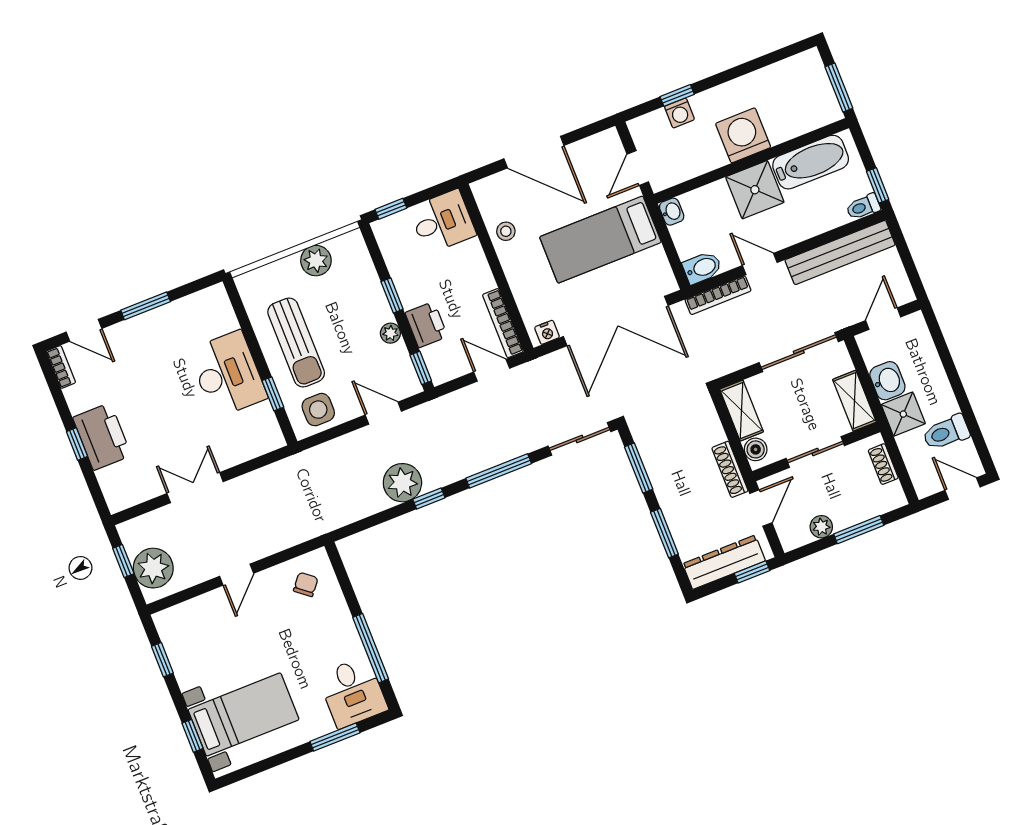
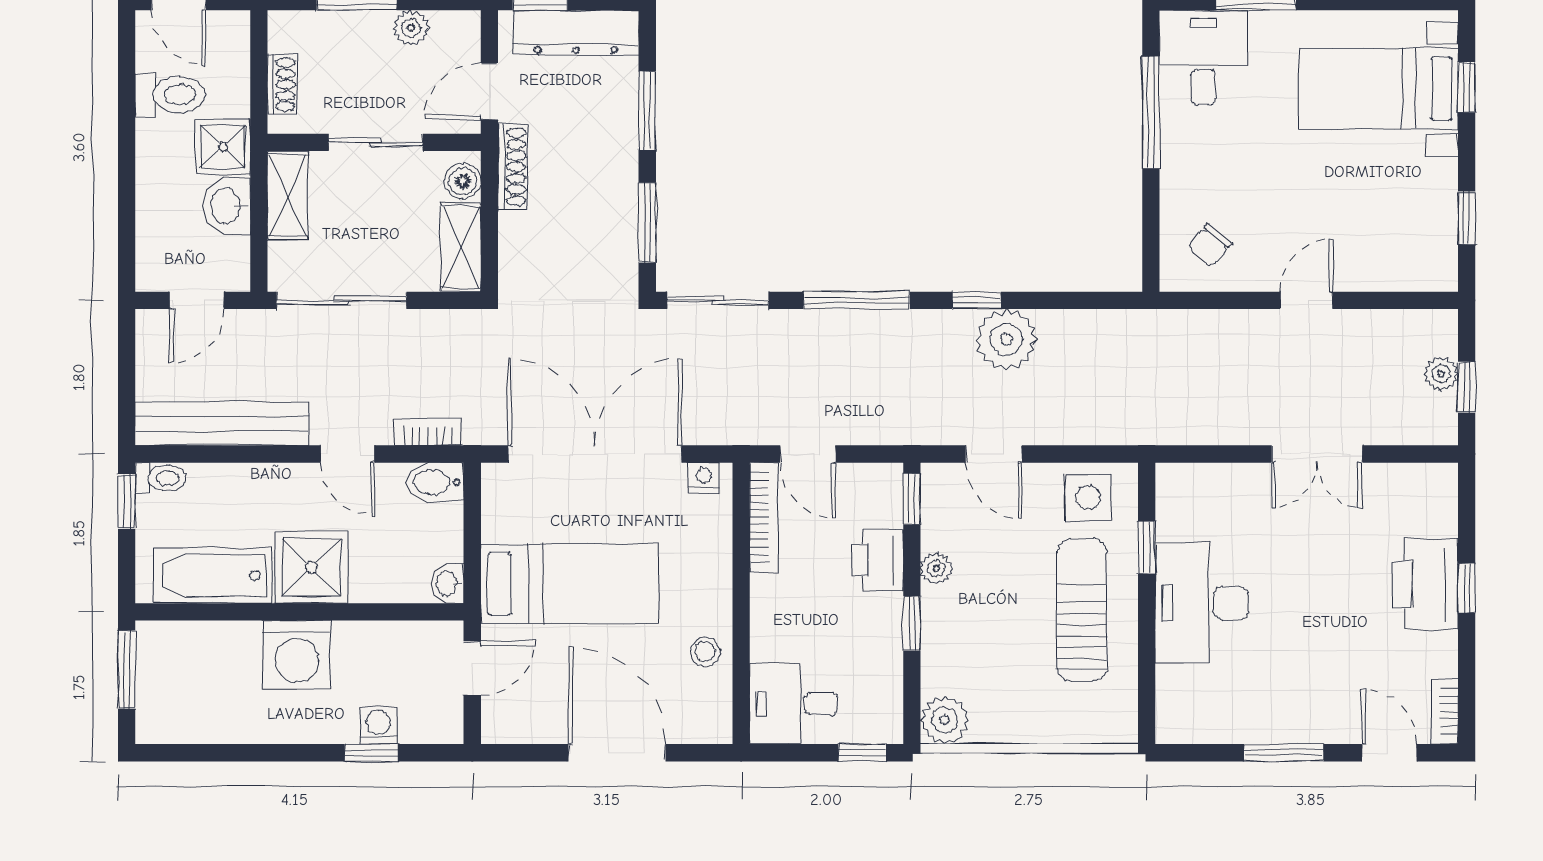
plant: (316, 261) -> (945, 720), moved
bookcase: (718, 295) -> (428, 432), width x0.64
plant: (153, 568) -> (1441, 374), width x0.53, depth x0.53

